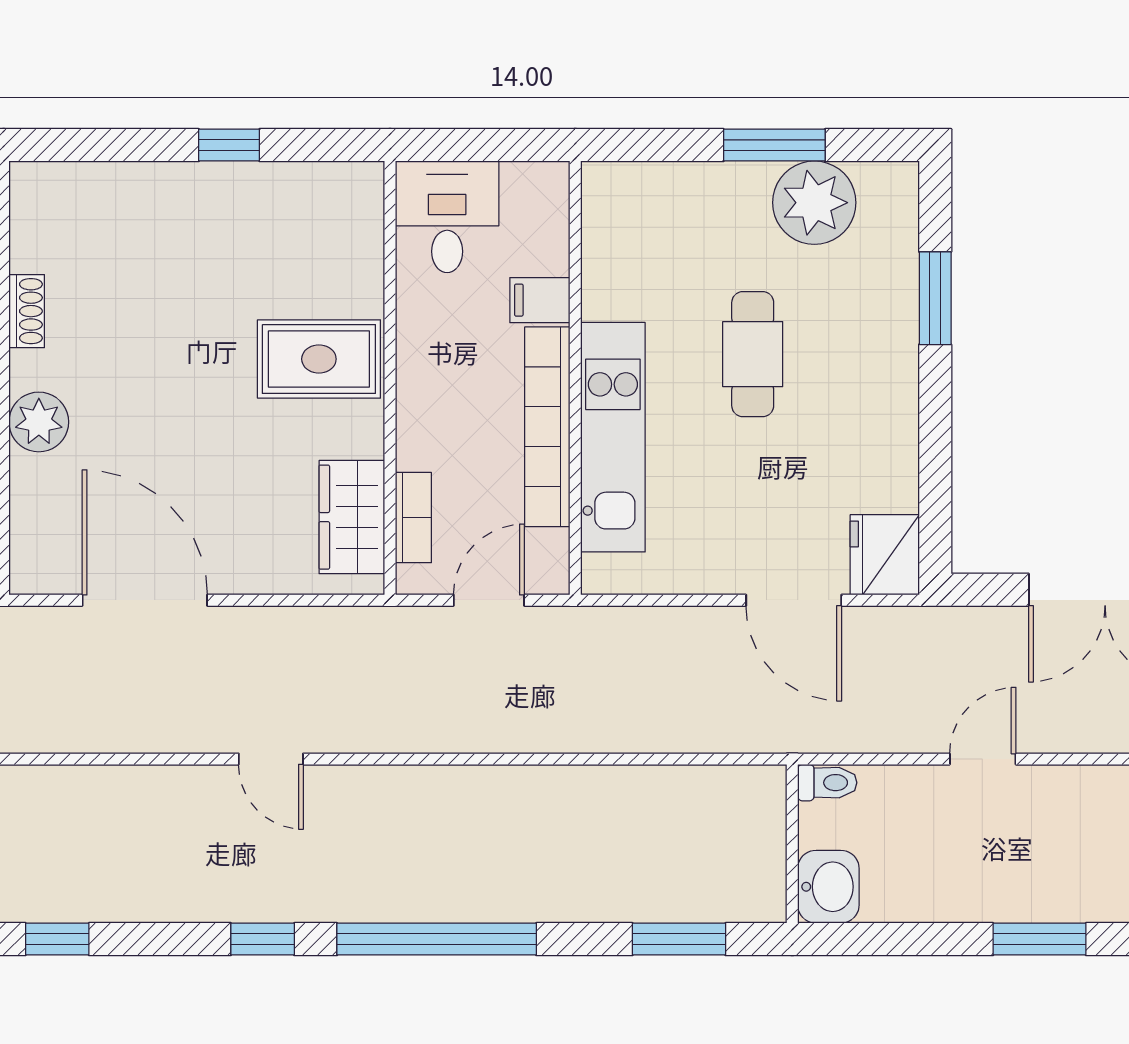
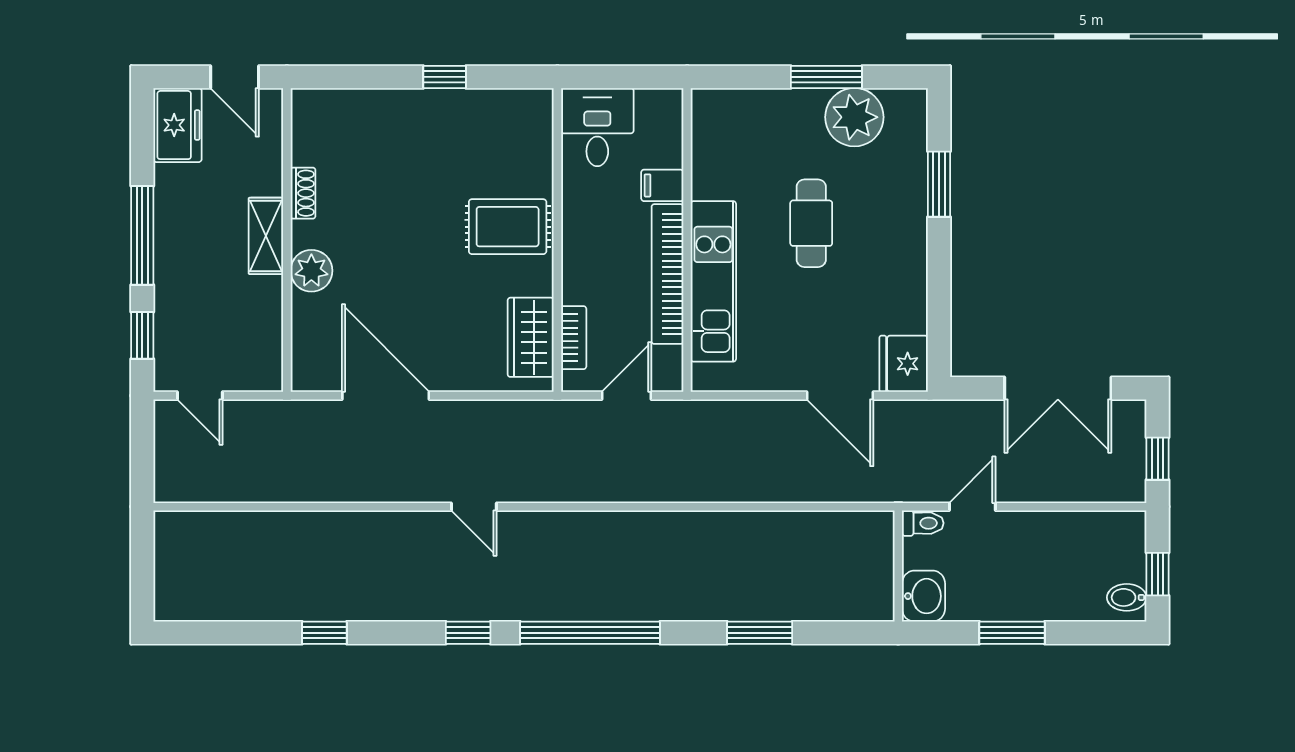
toilet: (827, 783) -> (923, 523), moved
wall: (792, 844) -> (898, 566), moved
washbasin: (828, 887) -> (923, 596), moved

